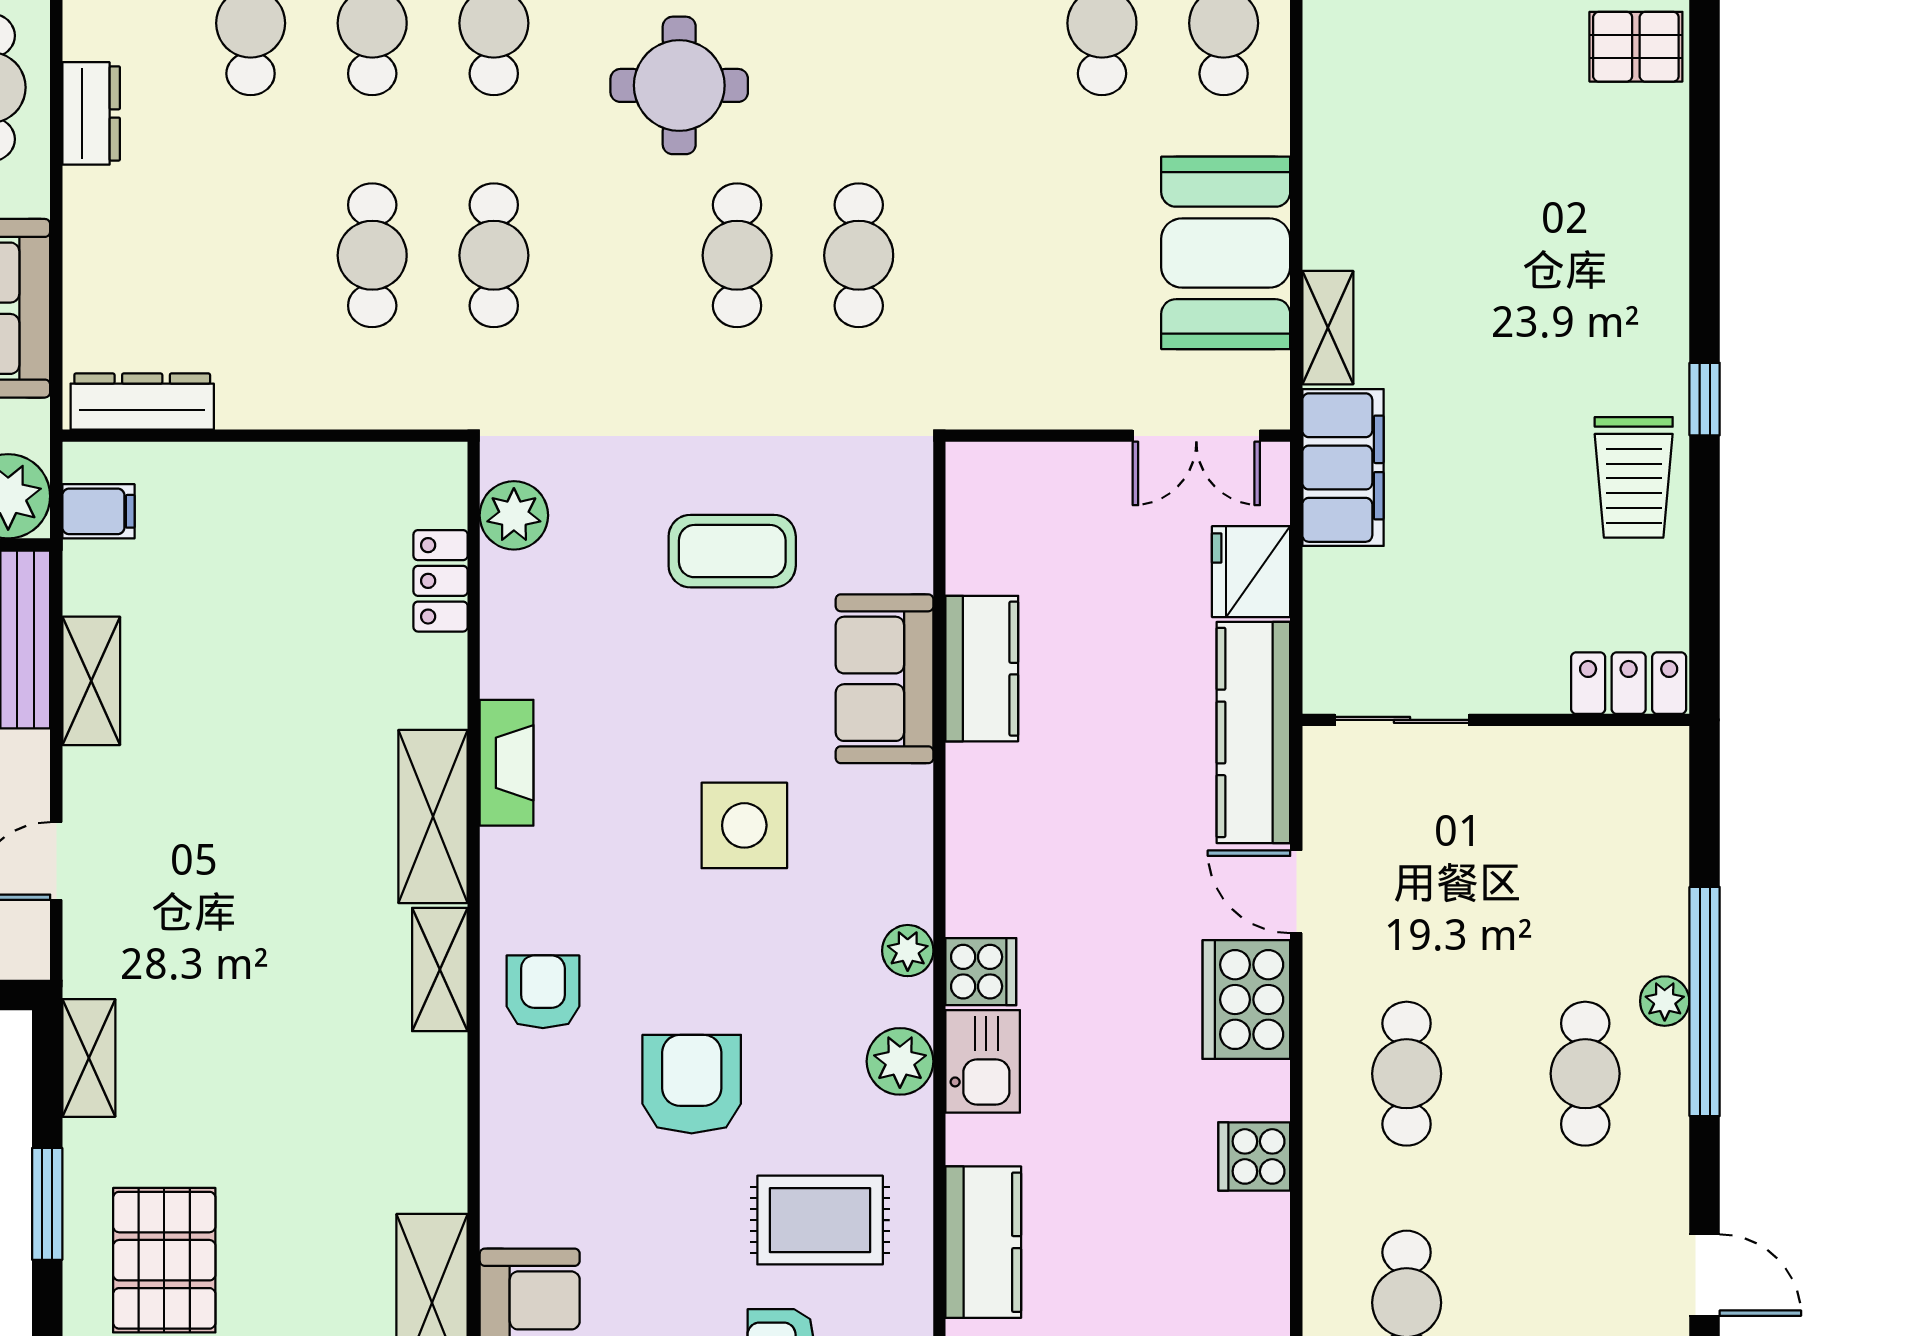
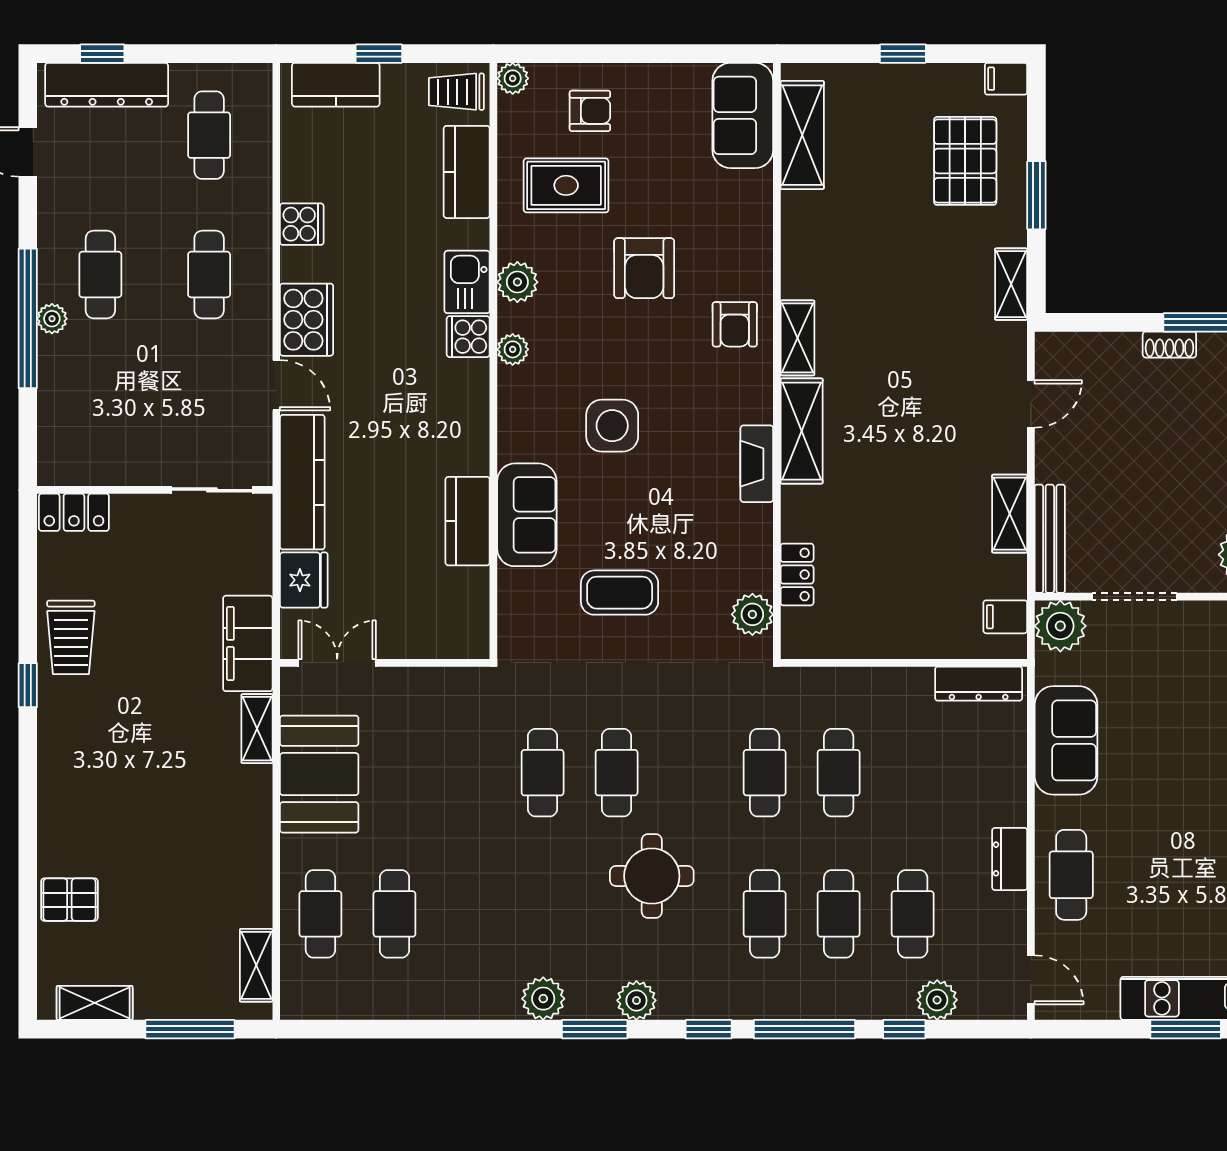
trolley: (1634, 477) -> (71, 637), turned 180

